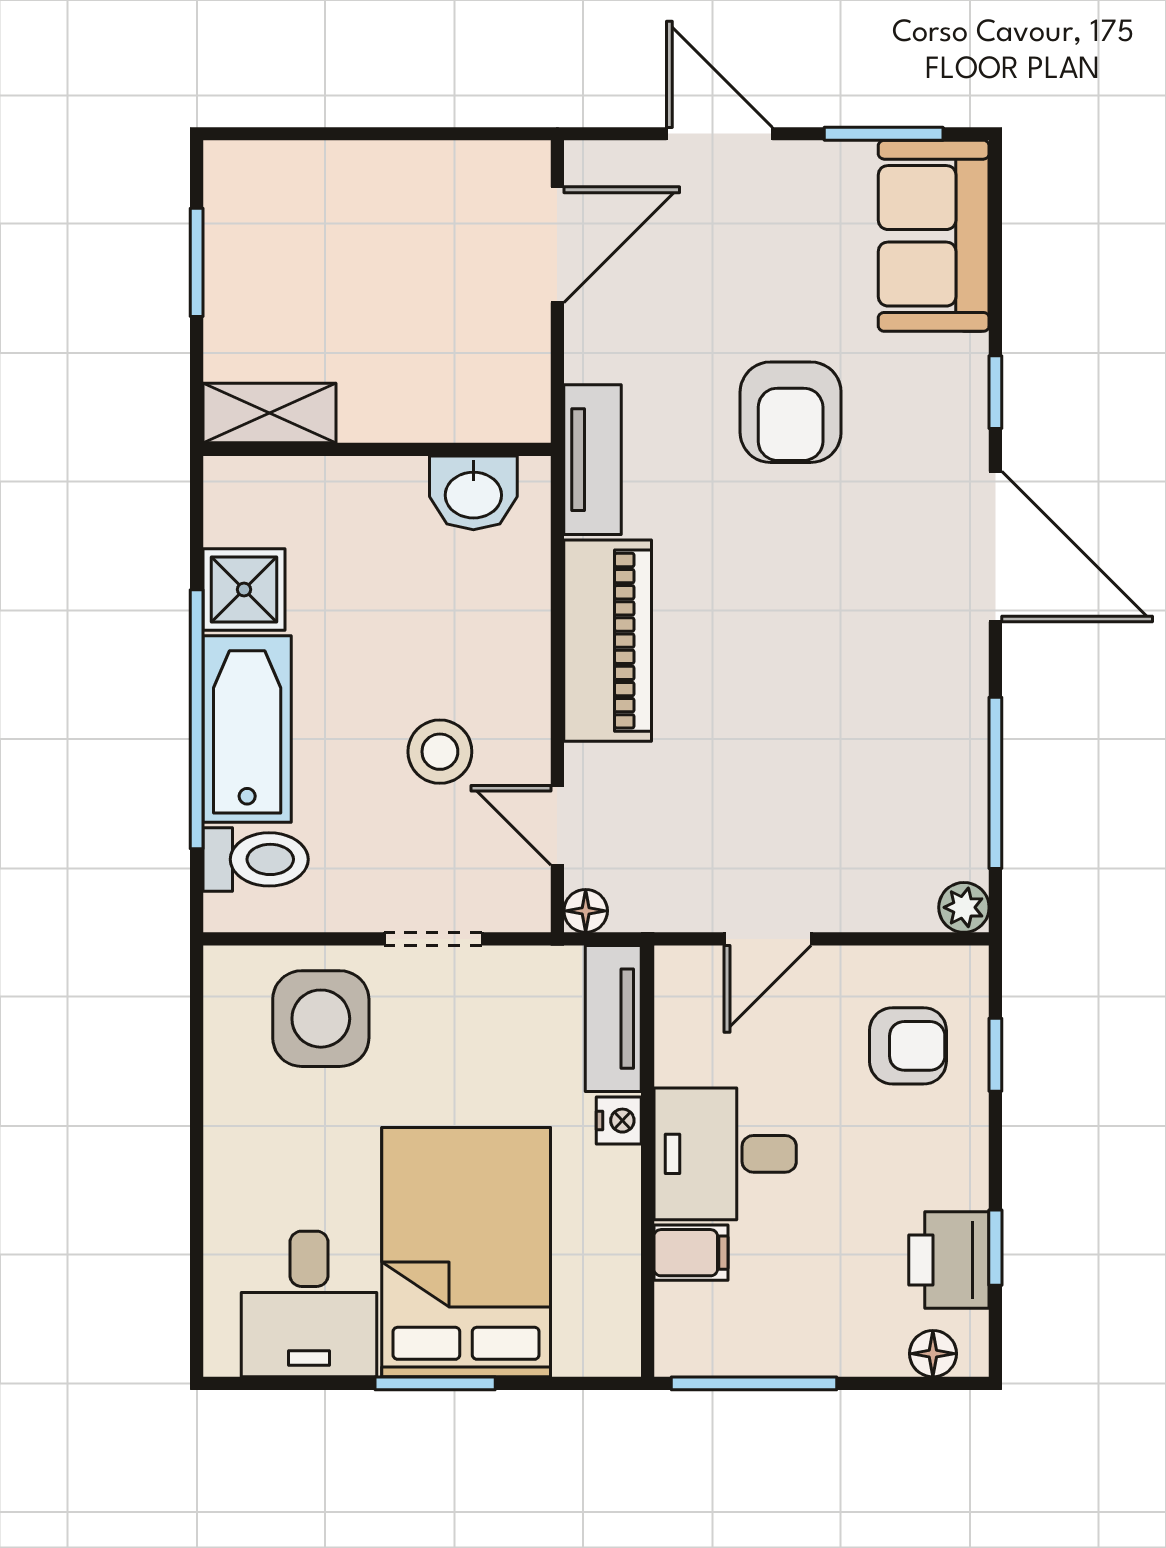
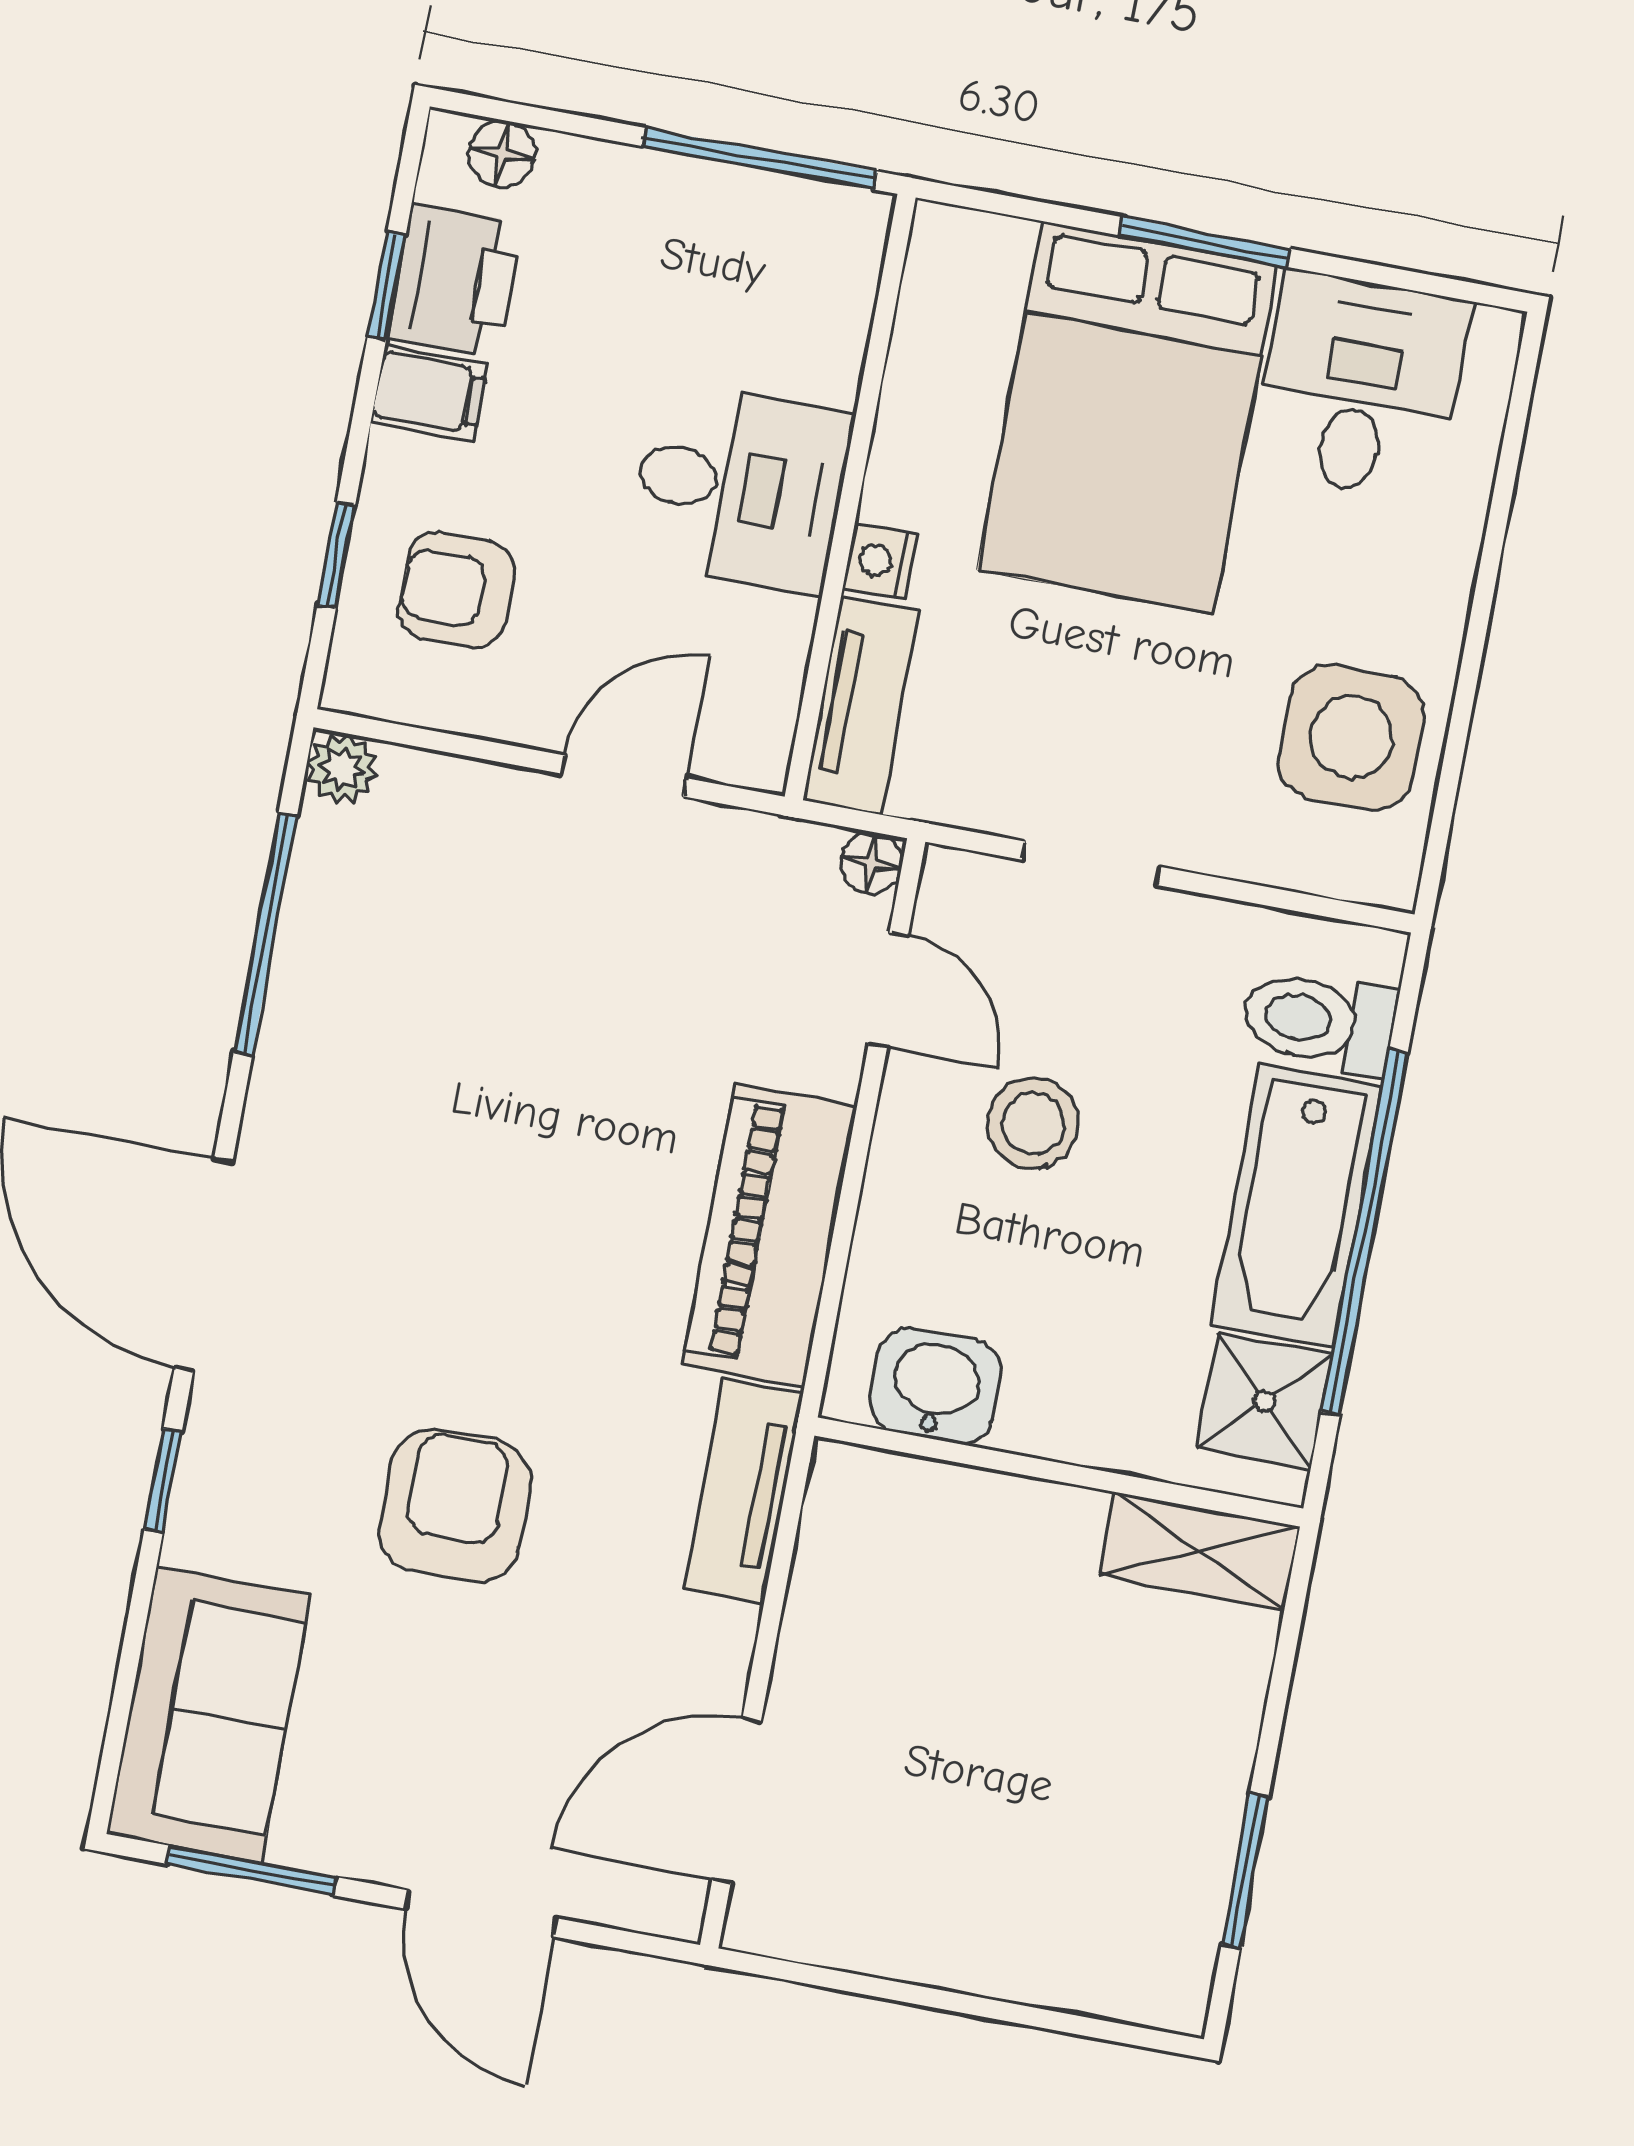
shelving: (269, 413) -> (1200, 1551), moved
wall: (377, 449) -> (1059, 1472), moved
washbasin: (473, 493) -> (936, 1386), moved
side table: (321, 1019) -> (1351, 738), moved
filing cabinet: (691, 1253) -> (429, 393), moved, turned 180

